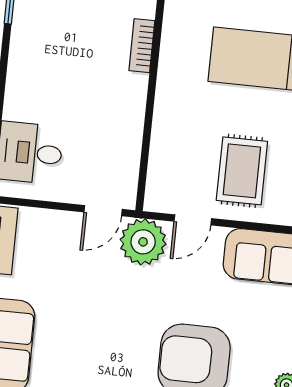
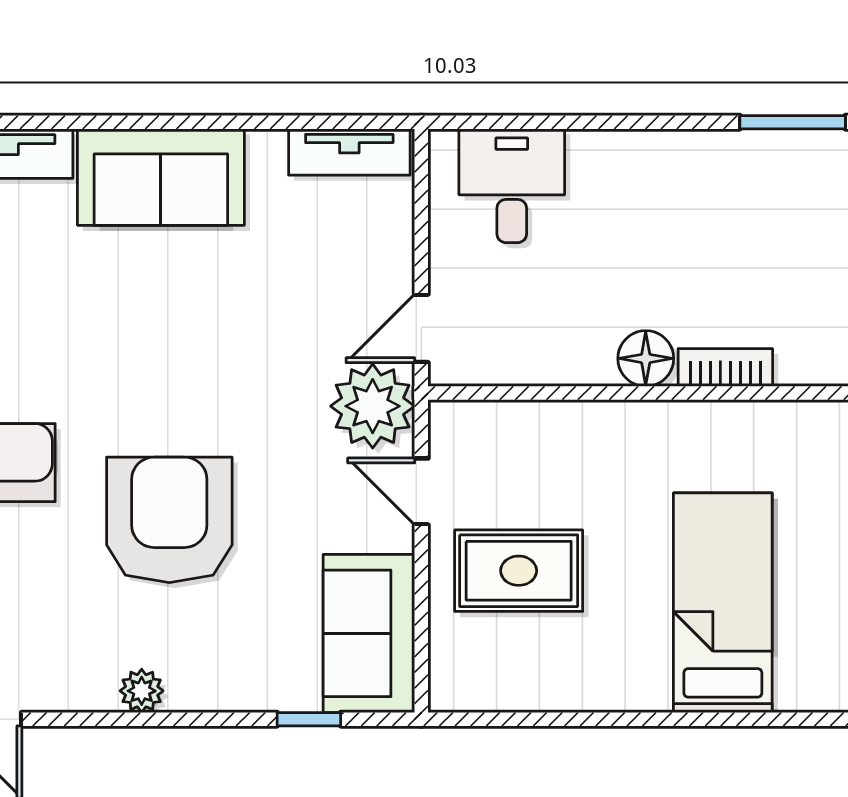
floor lamp: (132, 89) -> (646, 358), added
door: (103, 211) -> (421, 328), hinge flipped

